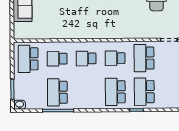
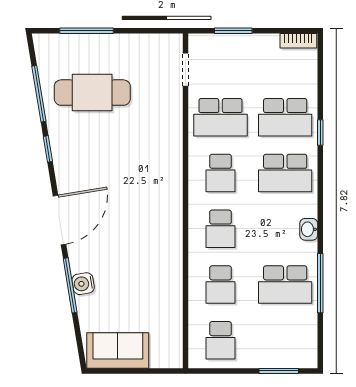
school desk: (28, 59) -> (221, 340), width x0.54
washbasin: (20, 105) -> (309, 229), moved

